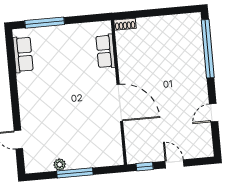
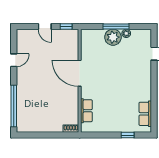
window: (45, 23) -> (128, 135), width x0.46
plant: (78, 157) -> (113, 37), added

